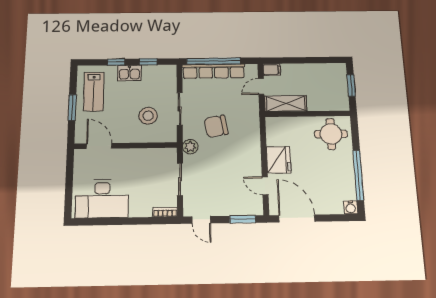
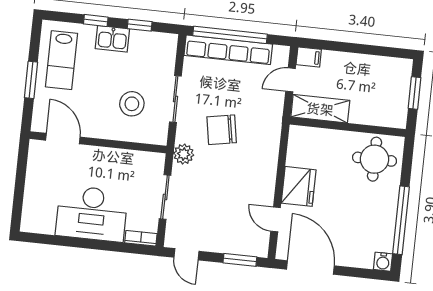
desk: (102, 199) -> (92, 214), moved

